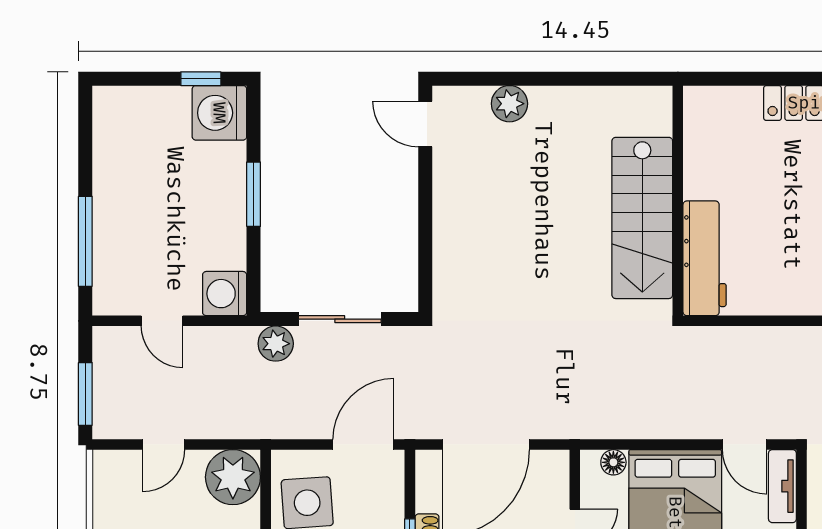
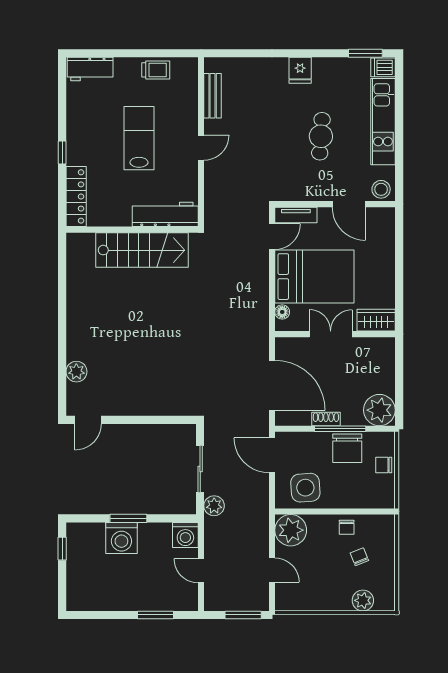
washing machine: (219, 113) -> (121, 538), moved
wall: (678, 201) -> (132, 230), moved
stairs: (642, 218) -> (142, 250), moved
window: (85, 241) -> (155, 615), width x0.69
workbench: (705, 258) -> (165, 214), moved
door: (162, 321) -> (201, 571), swing flipped

